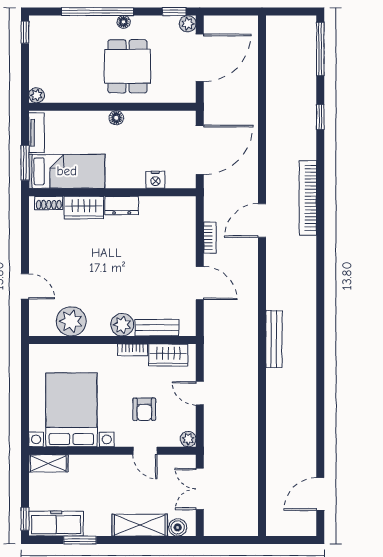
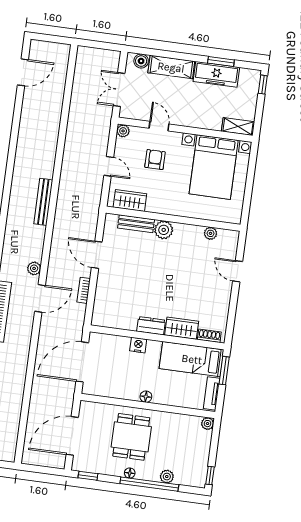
plant: (188, 24) -> (167, 477), moved
nightstand: (155, 180) -> (138, 345), moved
plant: (274, 256) -> (34, 268), added
plant: (71, 321) -> (210, 233), width x0.53, depth x0.53
bookcase: (133, 350) -> (158, 209), removed
double door: (200, 489) -> (119, 90), swing flipped
freezer: (56, 524) -> (216, 74), moved

